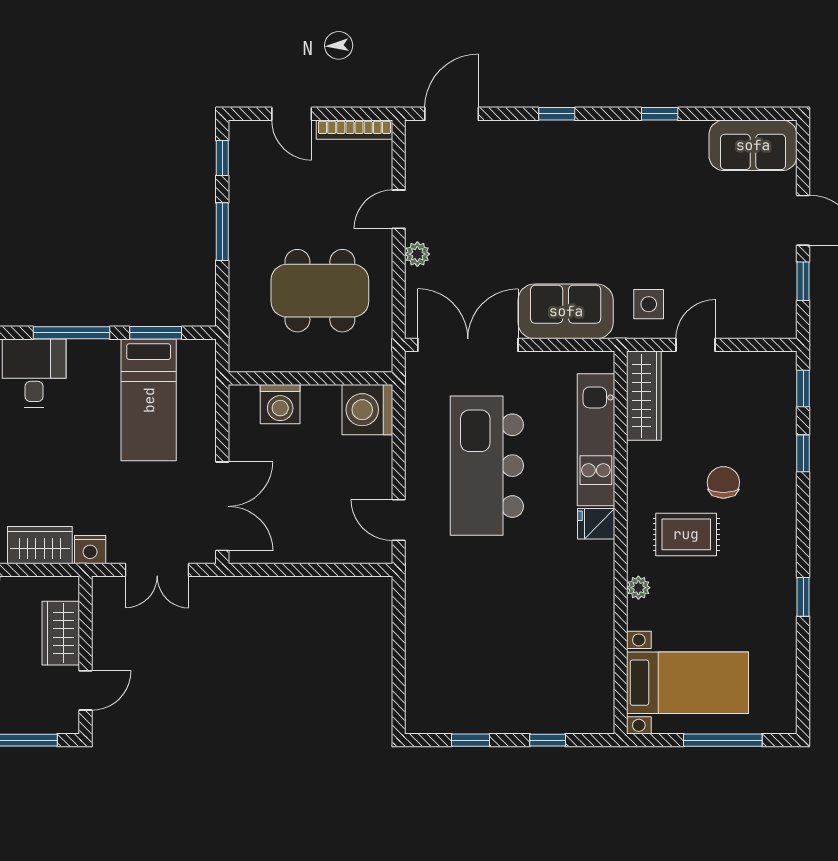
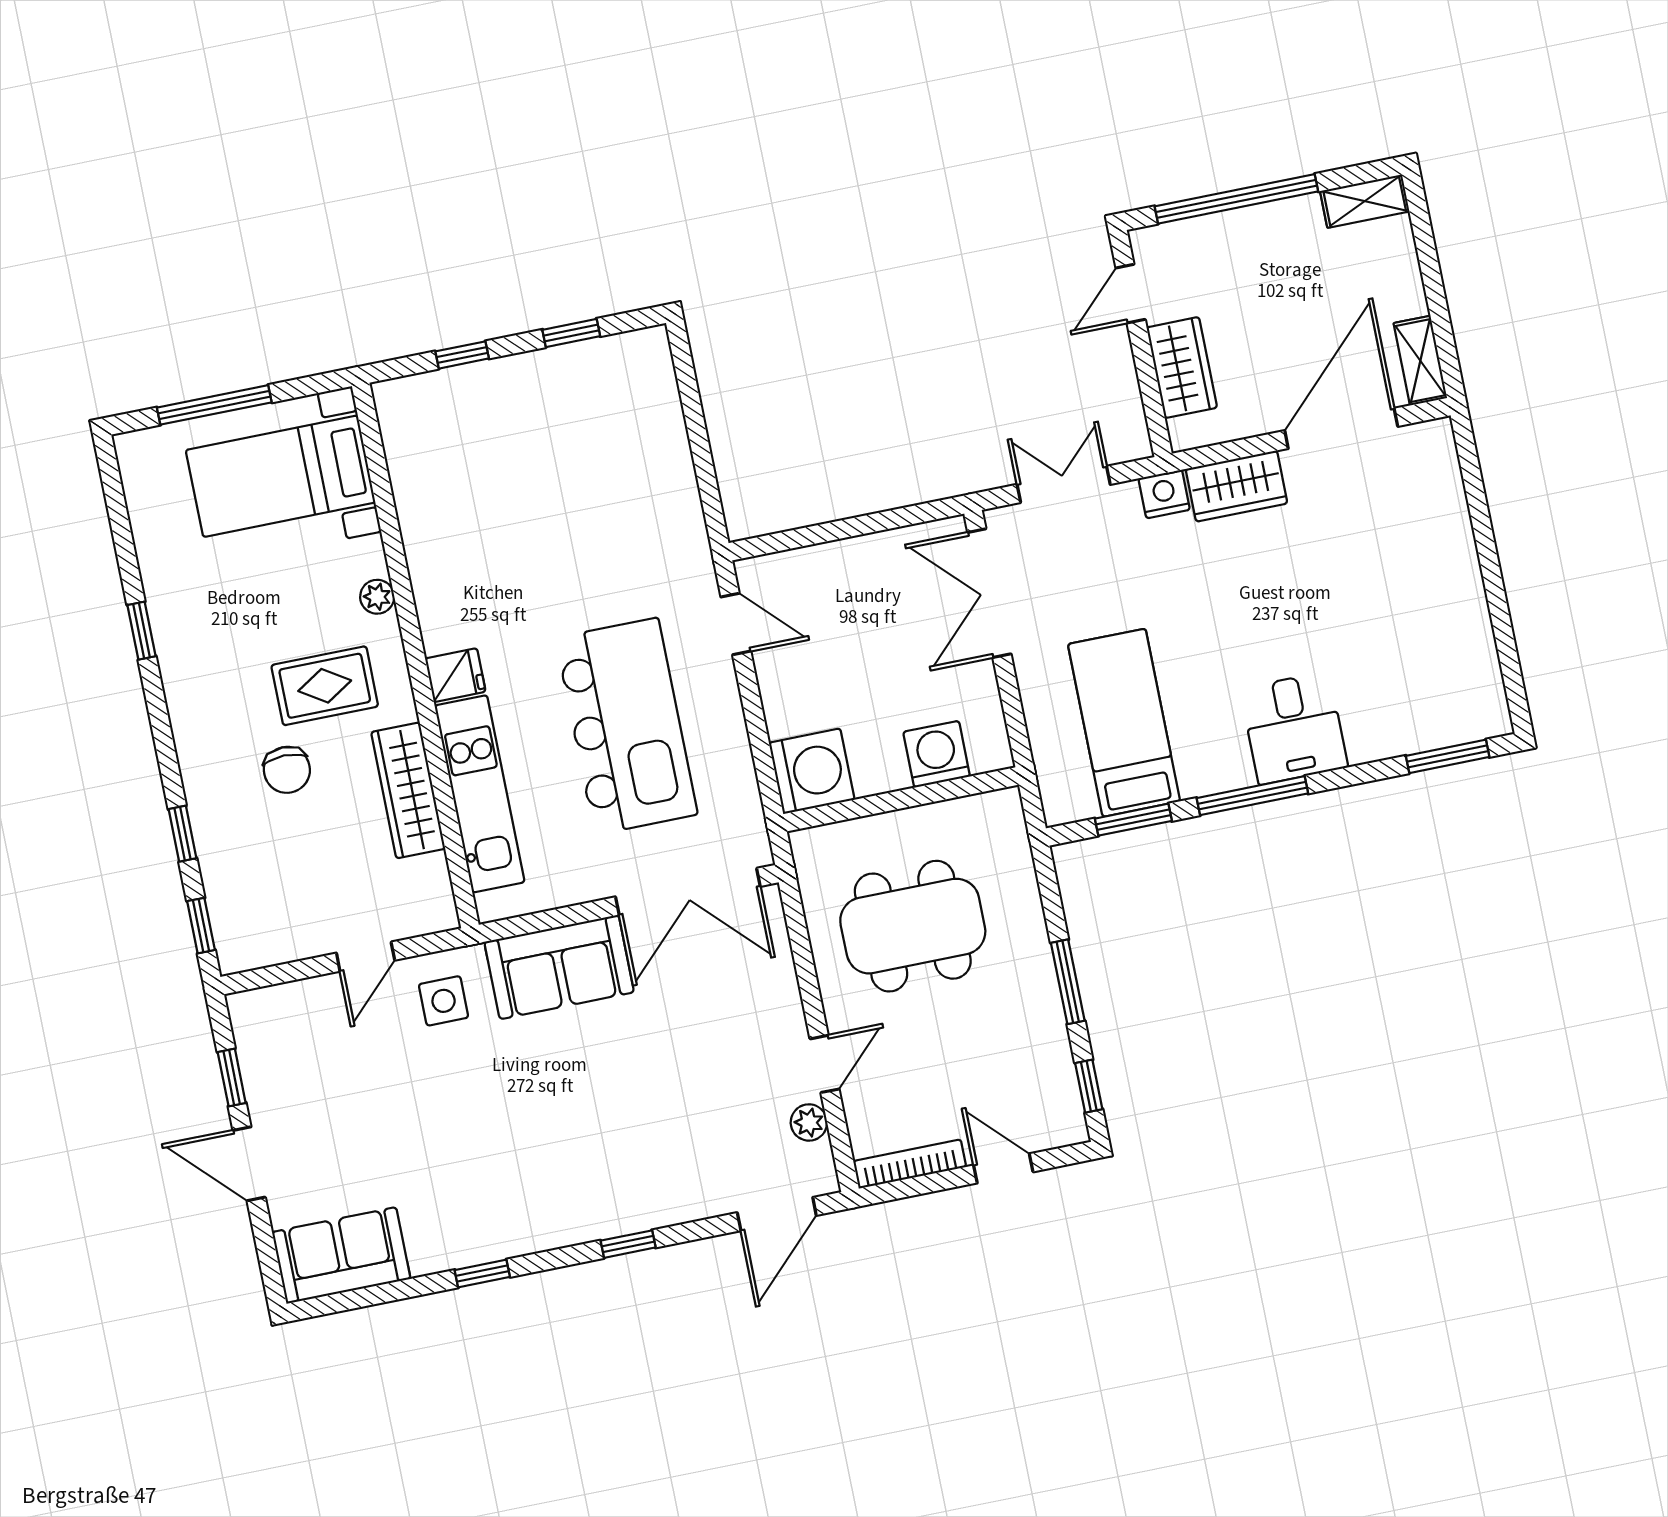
plant: (417, 254) -> (809, 1122), moved
wardrobe: (644, 396) -> (408, 790), moved

